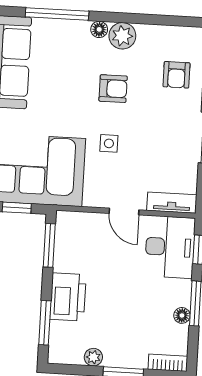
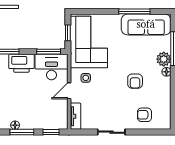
plant: (122, 36) -> (164, 59), moved
side table: (109, 143) -> (86, 78), moved
desk: (170, 247) -> (52, 67), moved, turned 180

